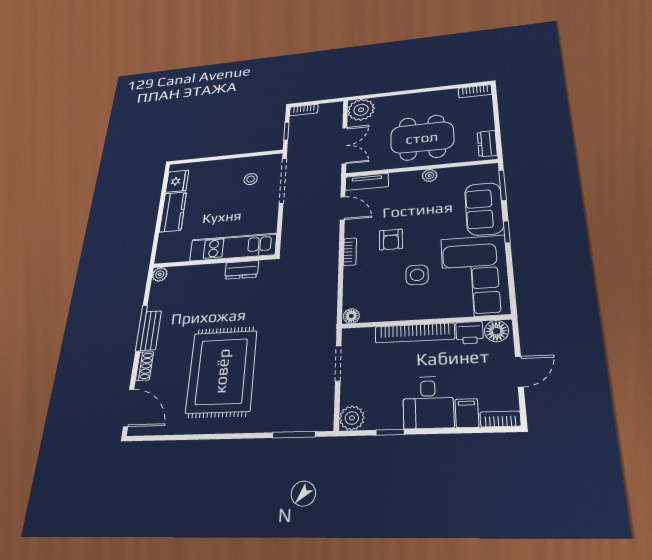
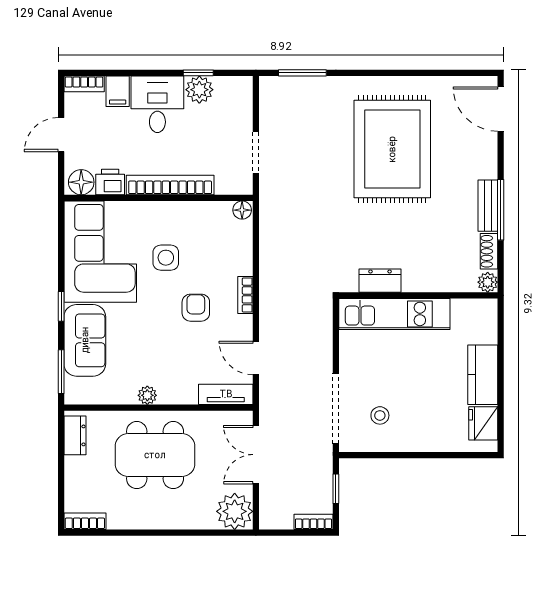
shoe rack: (145, 366) -> (489, 251), moved
plant: (352, 418) -> (199, 90), moved

